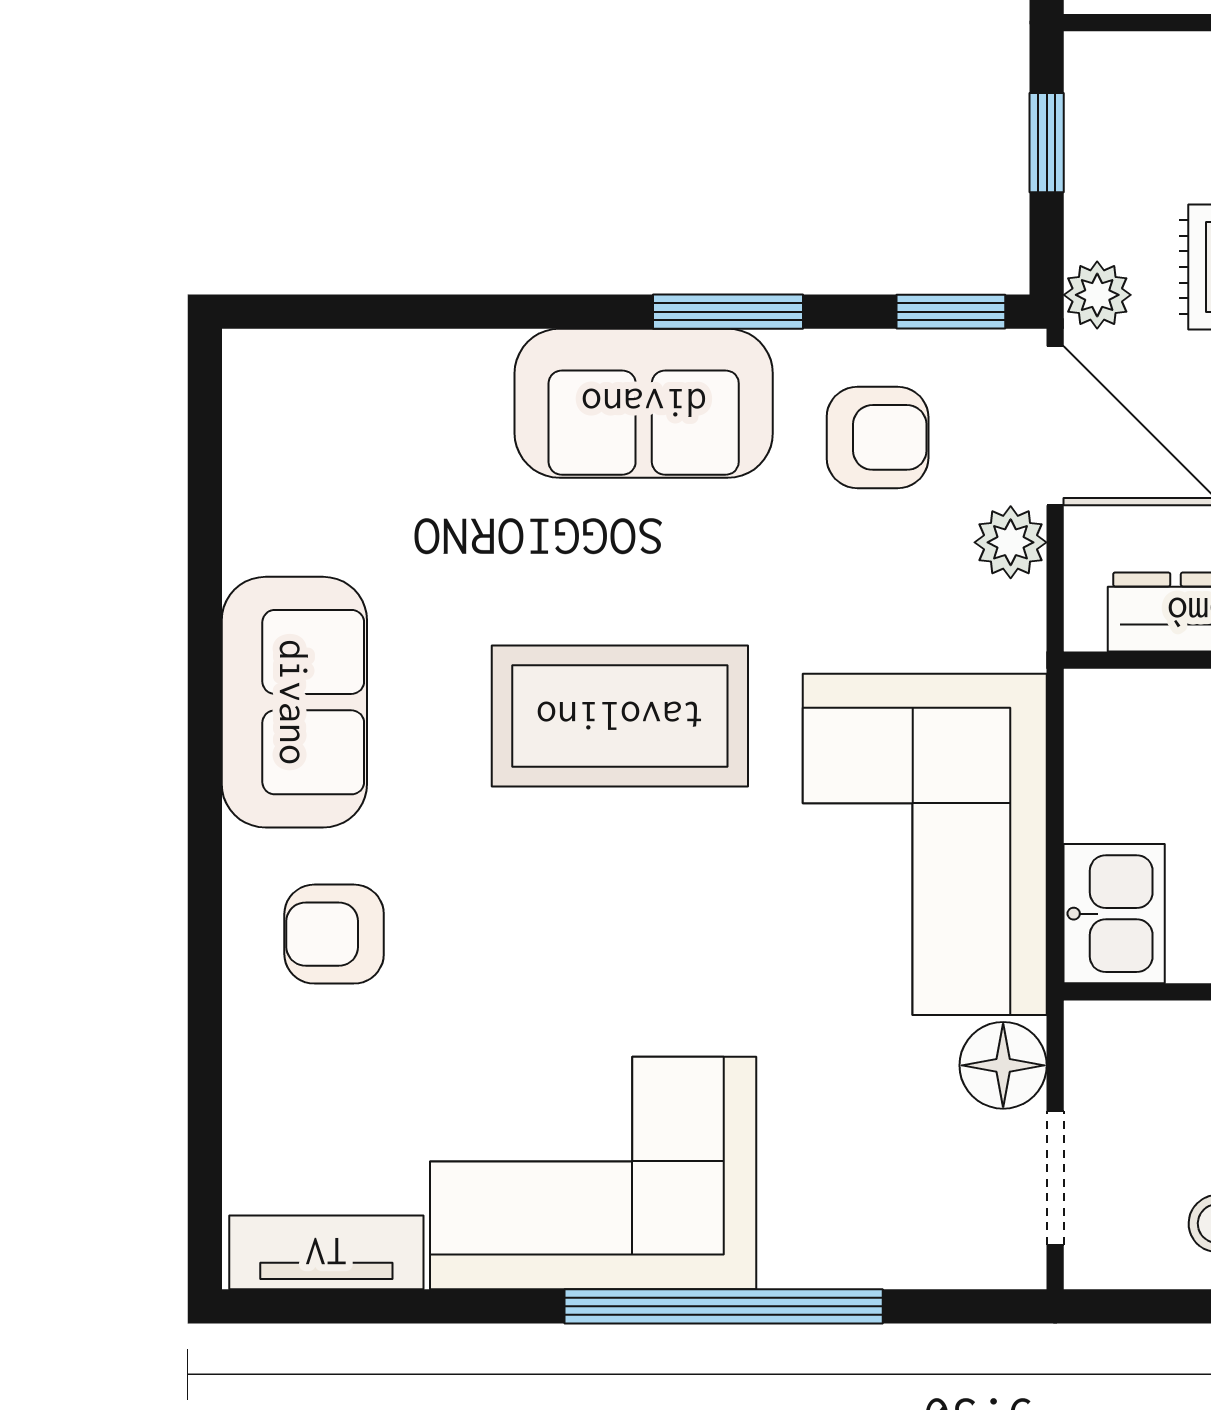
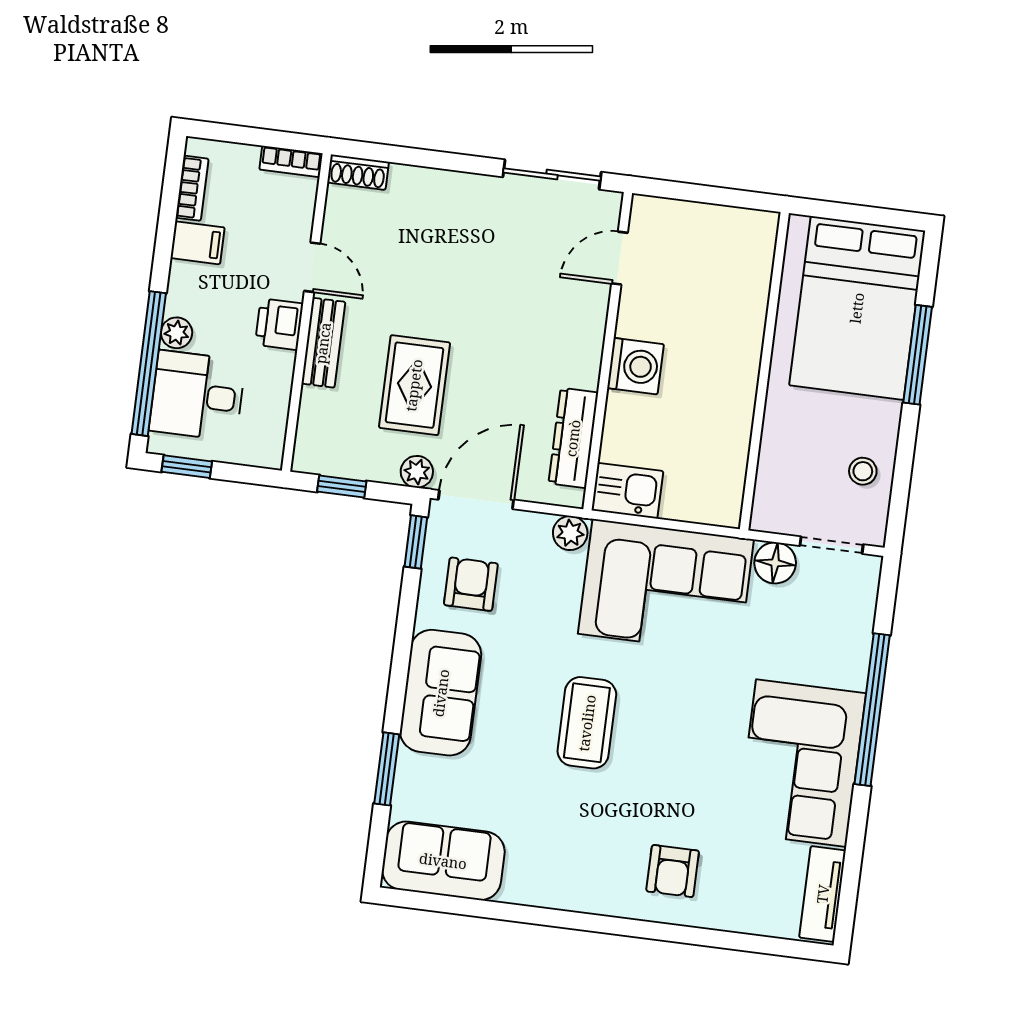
window: (728, 312) -> (387, 769), moved
plant: (1011, 542) -> (570, 533), moved
sofa: (294, 702) -> (443, 861), moved
coffee table: (620, 716) -> (587, 723), width x0.73, depth x0.76
kitchen sink: (1114, 914) -> (627, 491), moved

